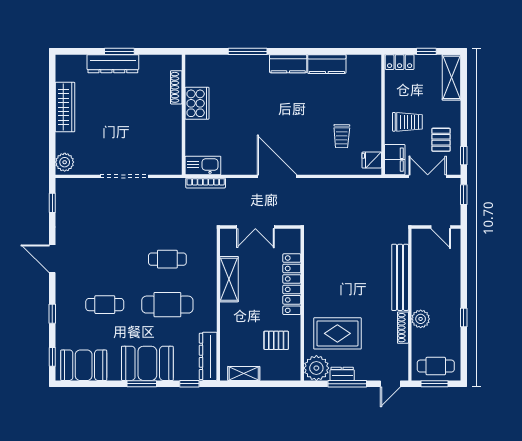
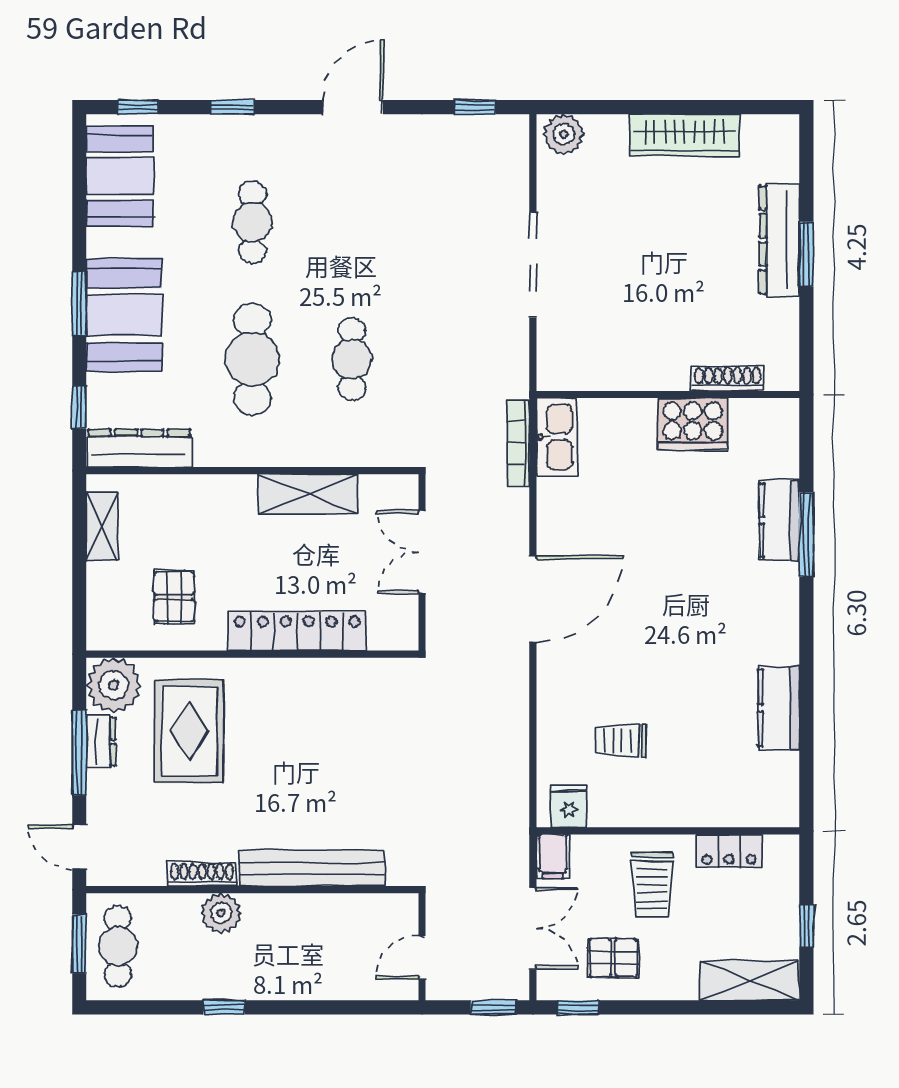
locker: (400, 62) -> (729, 851), moved, turned -90
kitchen counter: (288, 64) -> (779, 520), moved
filing cabinet: (395, 160) -> (553, 856), width x0.50

